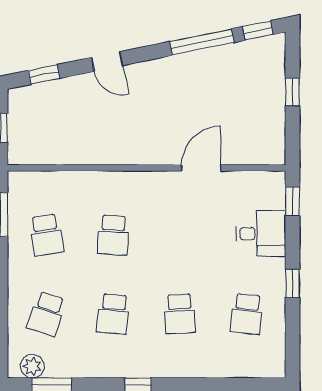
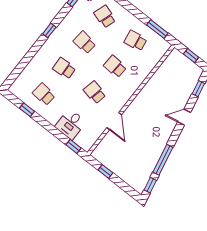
window: (293, 92) -> (105, 171), moved
school desk: (180, 235) -> (95, 92), added
window: (293, 283) -> (27, 110), moved

